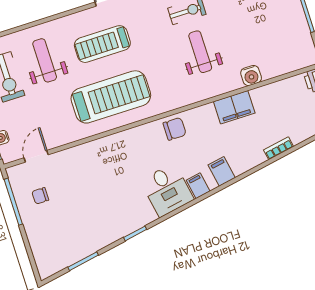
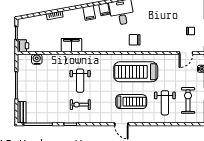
water cooler: (251, 76) -> (37, 59), moved
chair: (175, 129) -> (135, 40), moved

